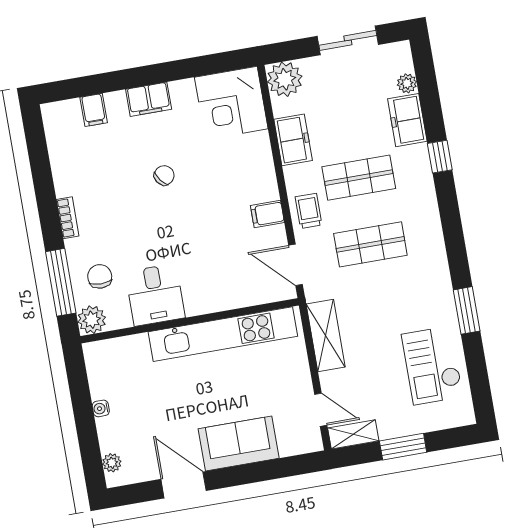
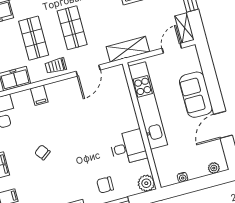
filing cabinet: (267, 214) -> (39, 95), moved
desk: (155, 295) -> (128, 147), moved
plant: (92, 320) -> (146, 183), moved
wall: (189, 321) -> (142, 126), moved
kitchen unit: (223, 334) -> (148, 106), moved

